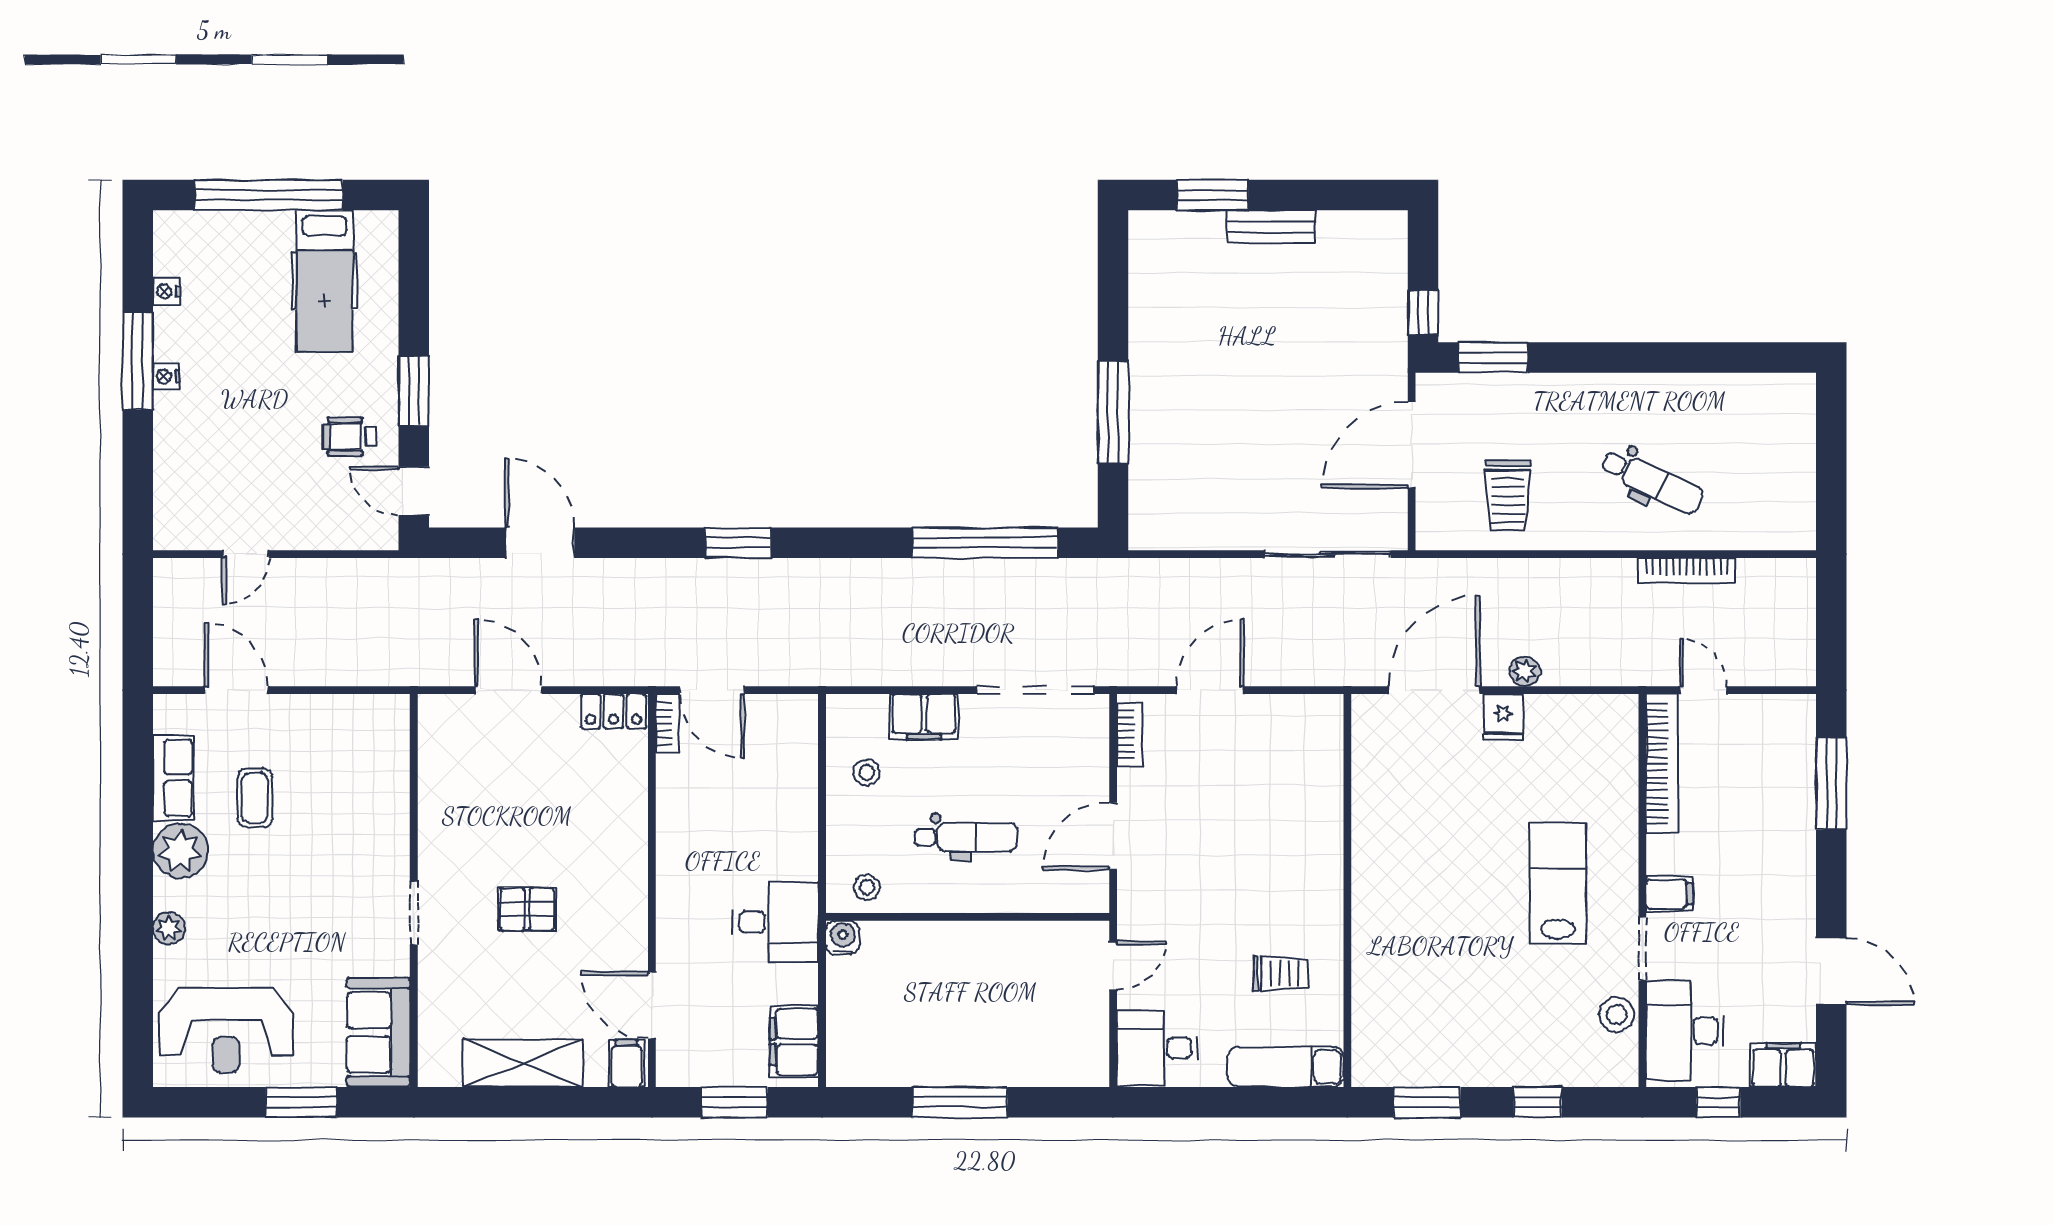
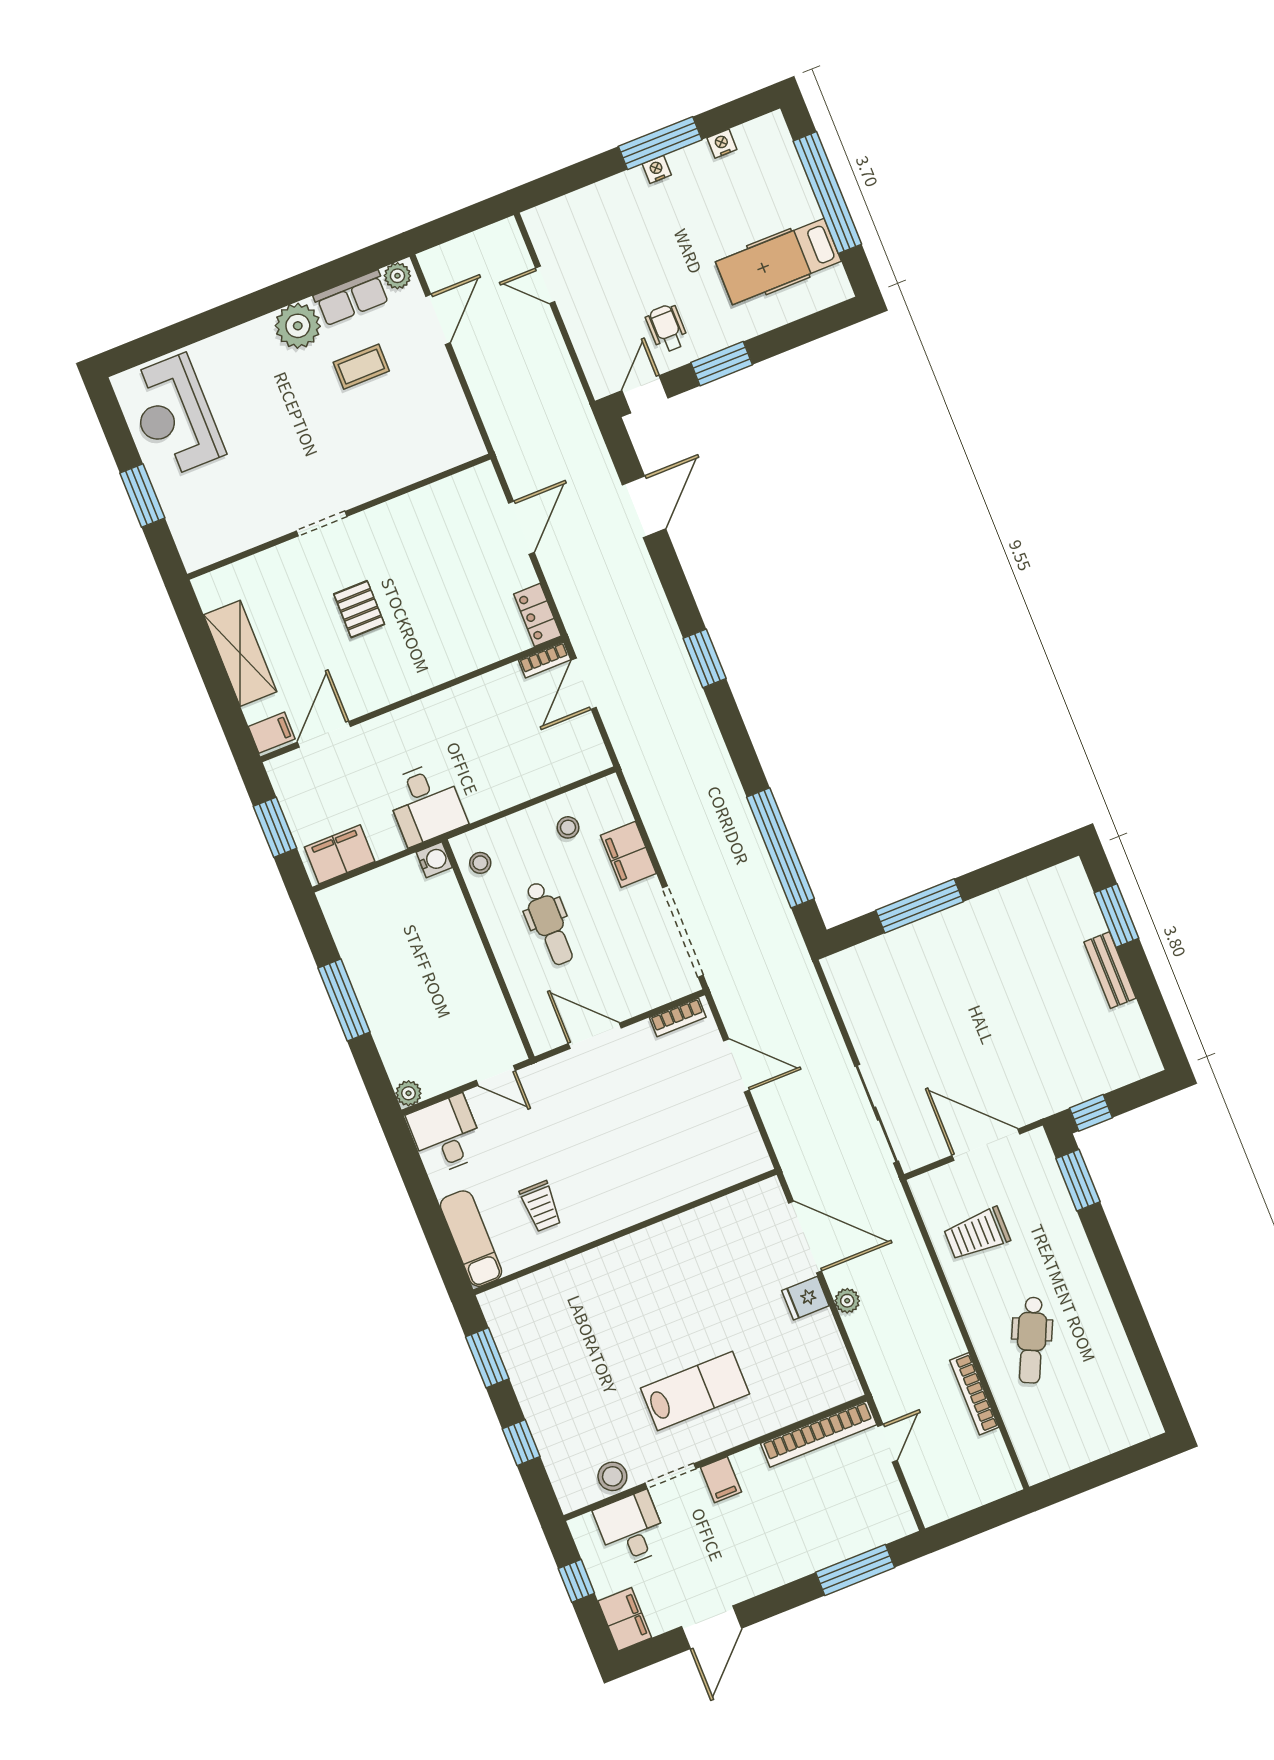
plant: (169, 928) -> (397, 276), moved
desk: (1685, 1031) -> (631, 1529), width x0.73
sofa: (378, 1032) -> (219, 533), removed
plant: (1094, 1072) -> (409, 1093), added

